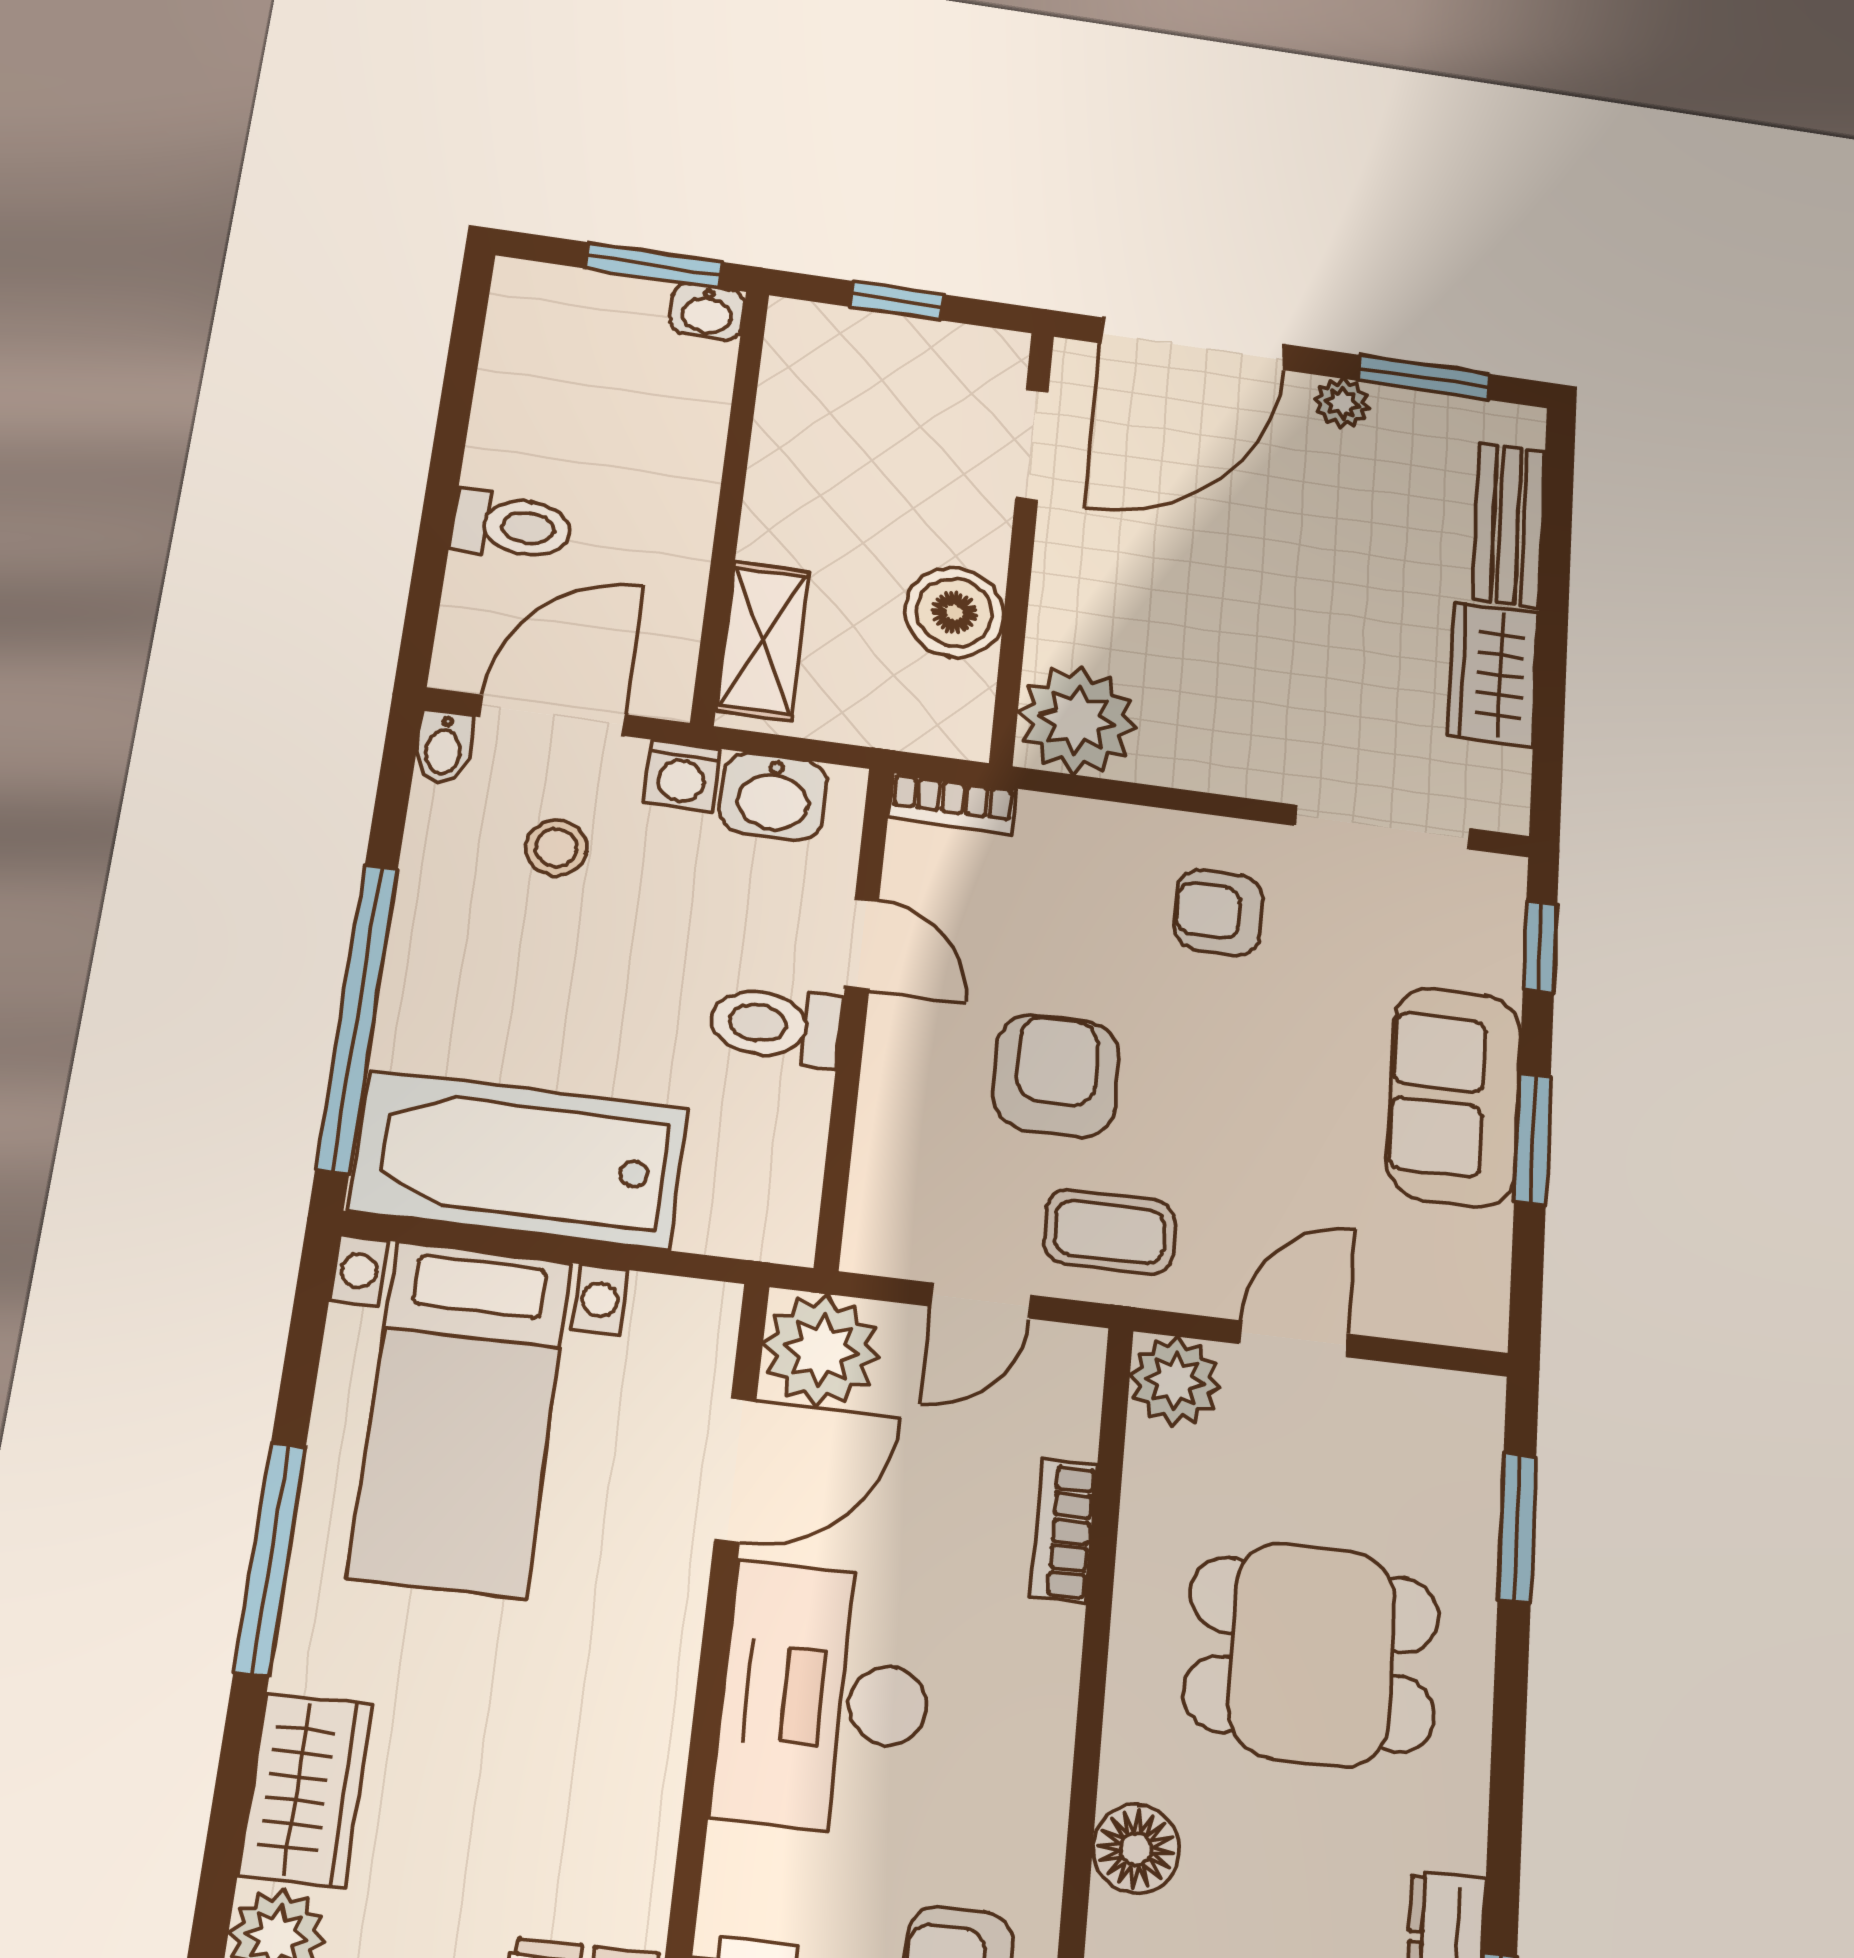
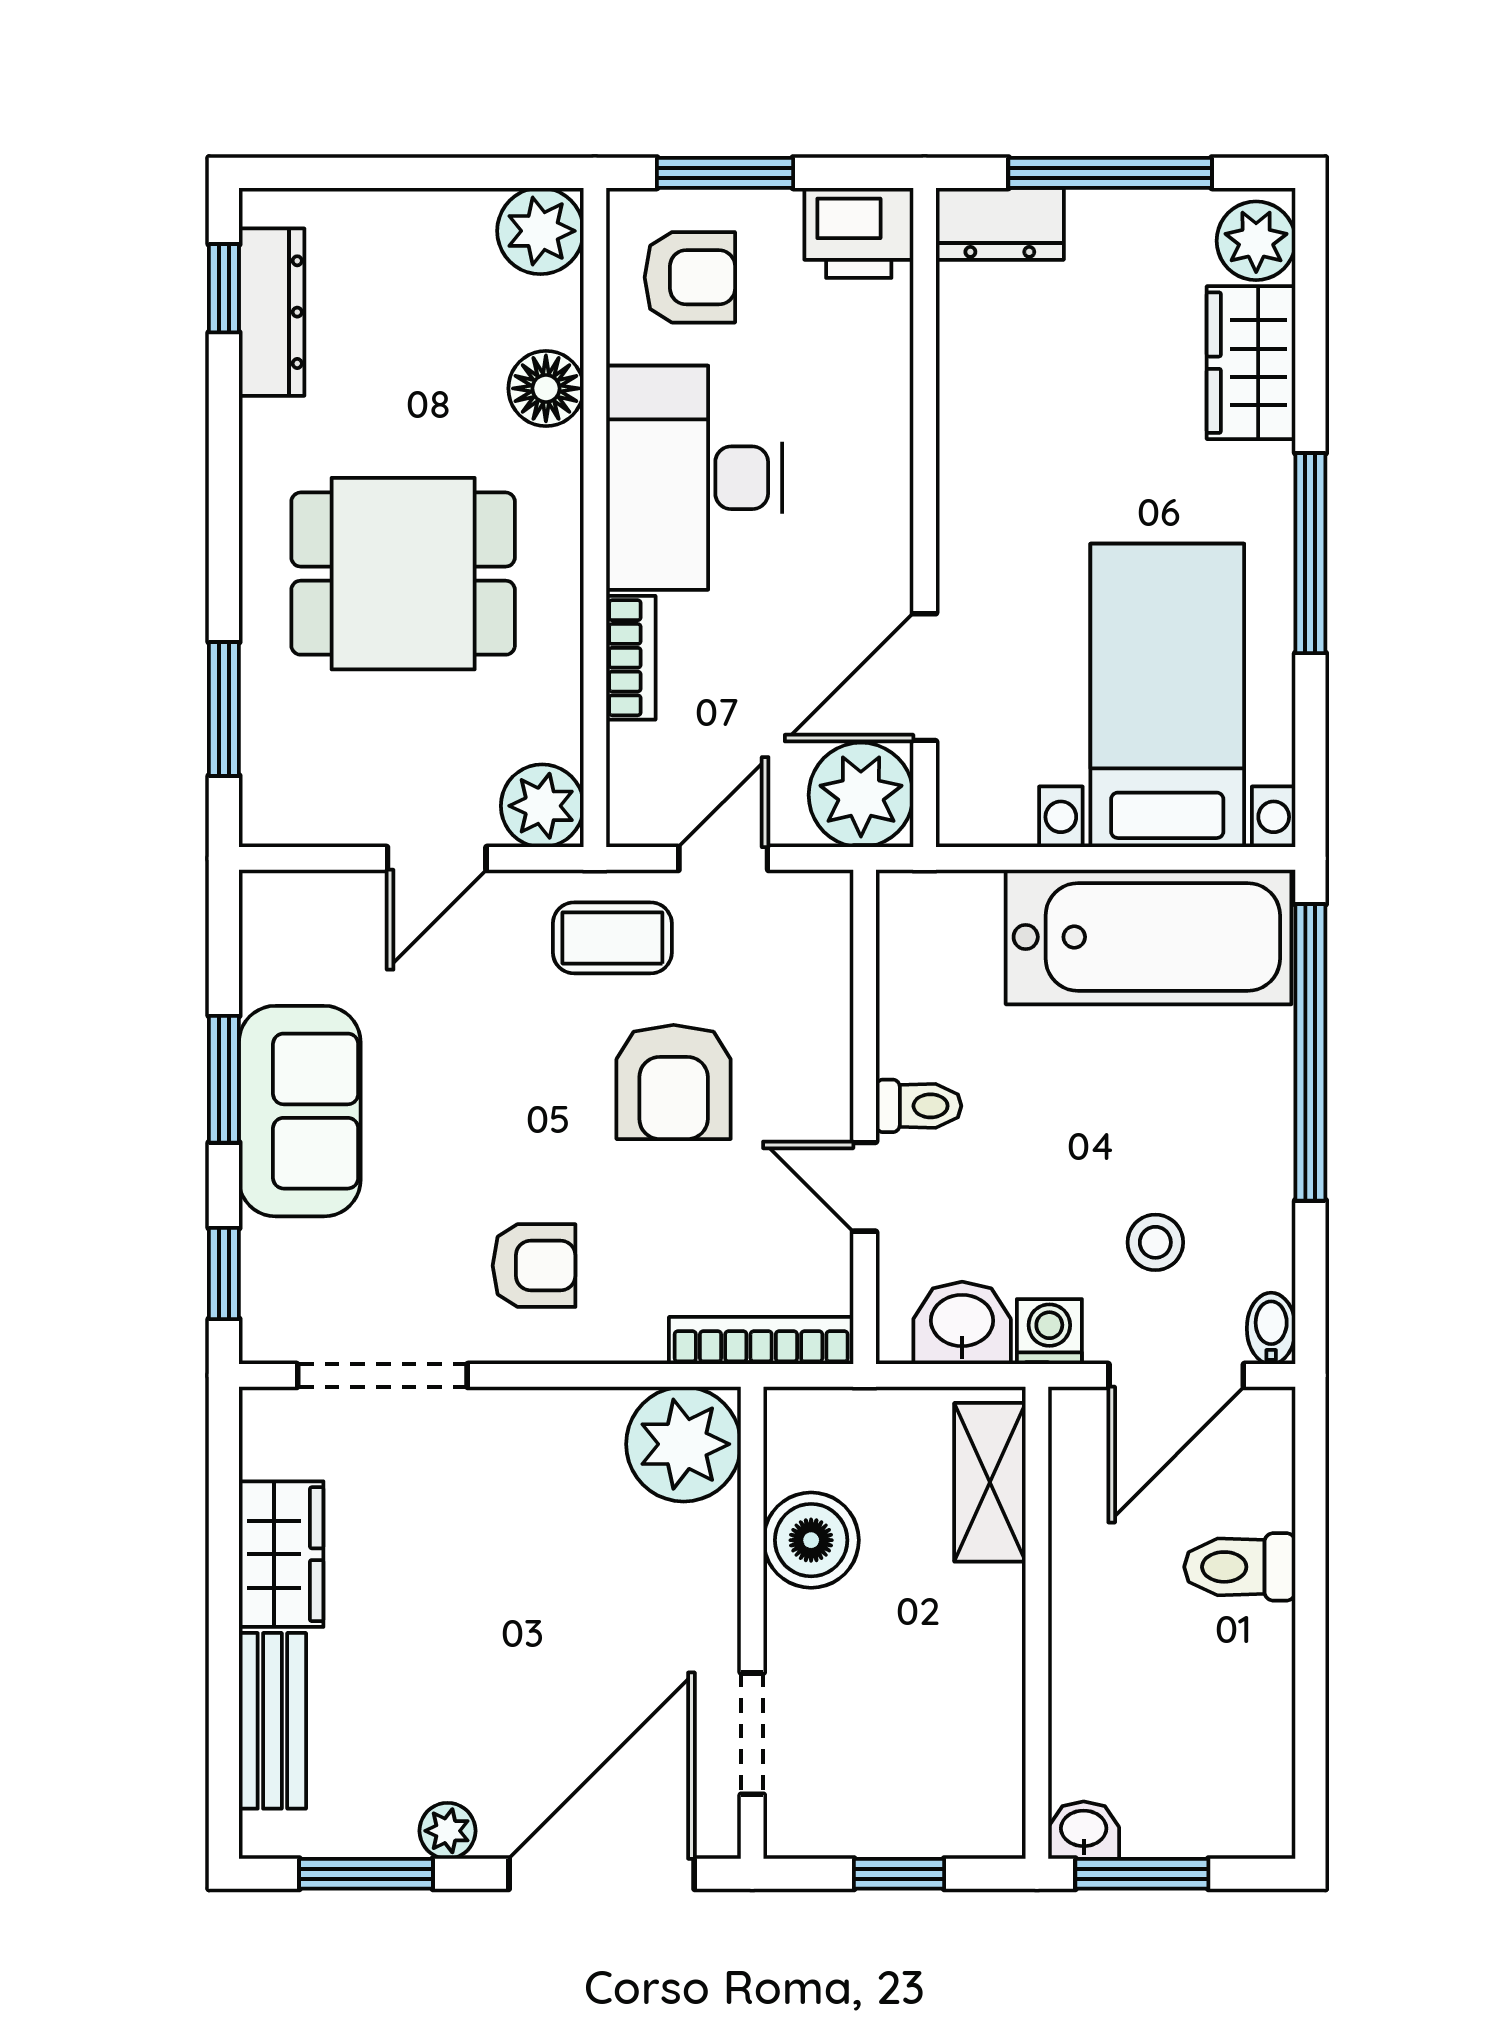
bookcase: (952, 803) -> (761, 1341), width x1.56
toilet: (776, 1025) -> (919, 1106), width x0.73, depth x0.72
desk: (825, 1699) -> (694, 478), moved, turned 180

